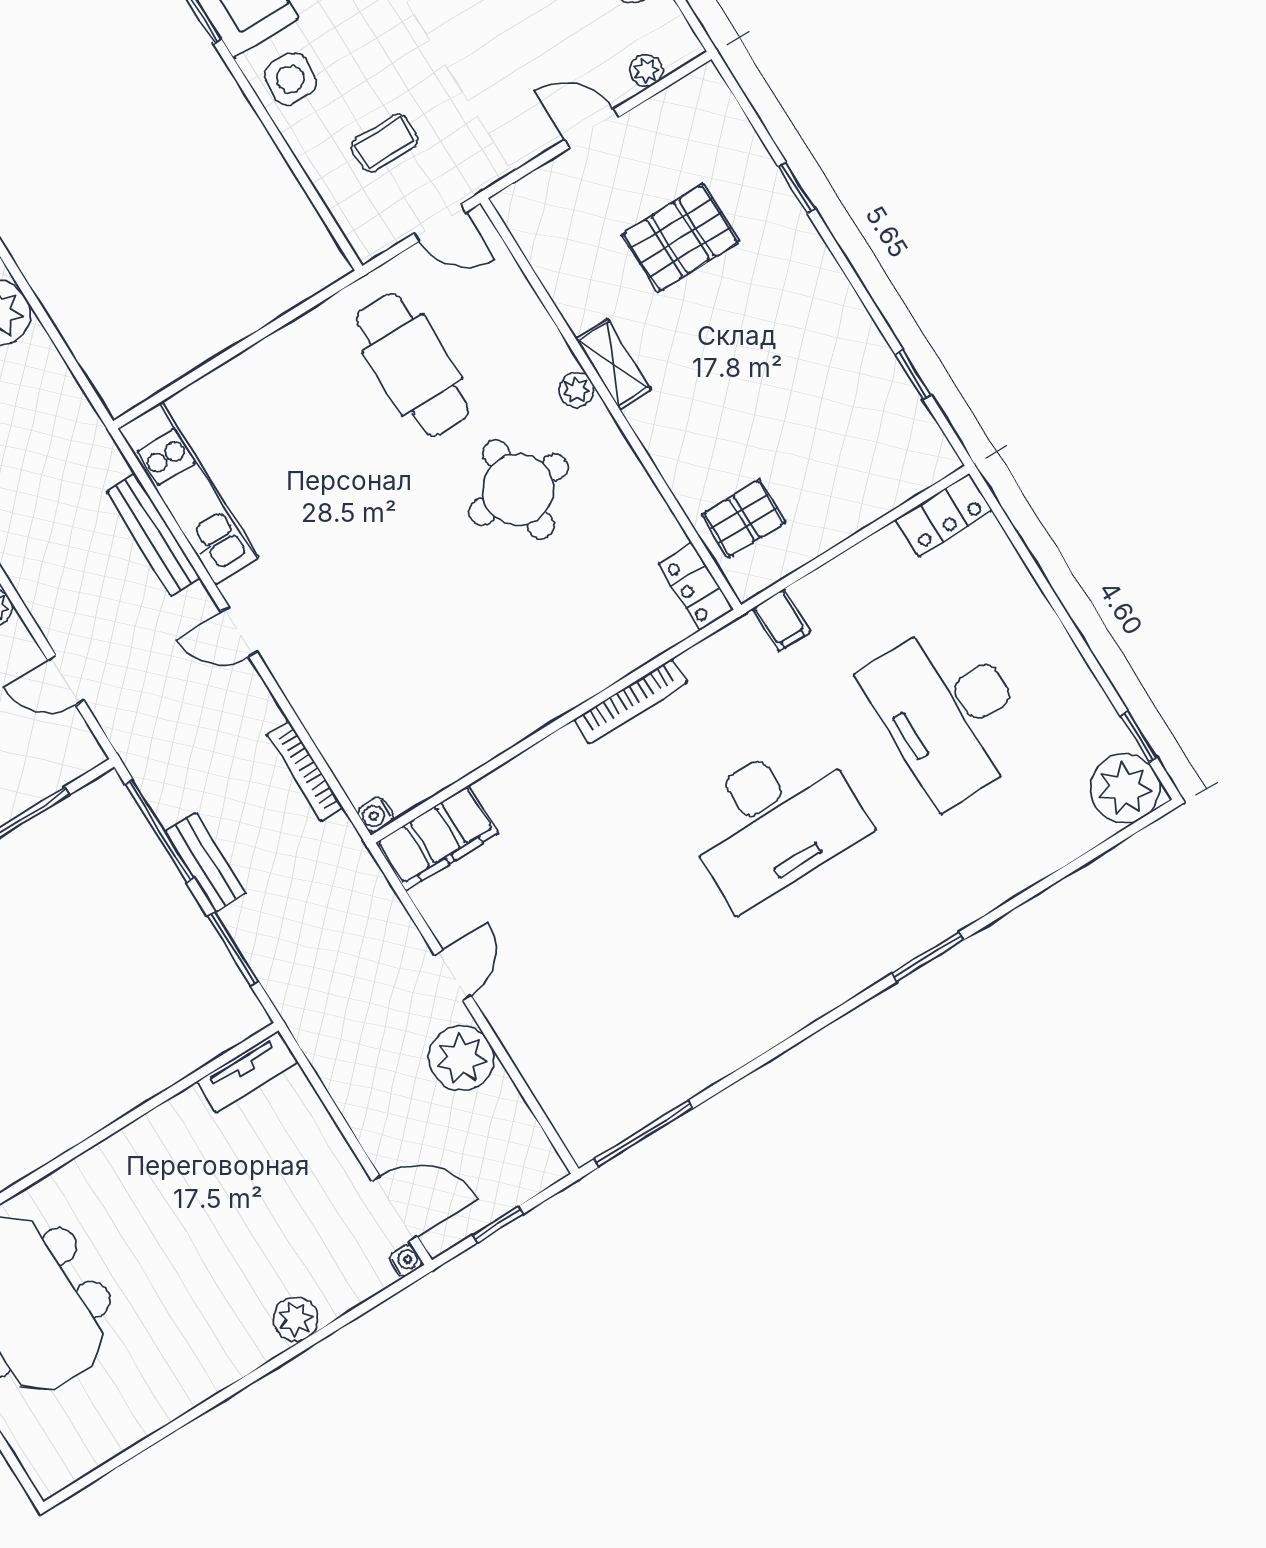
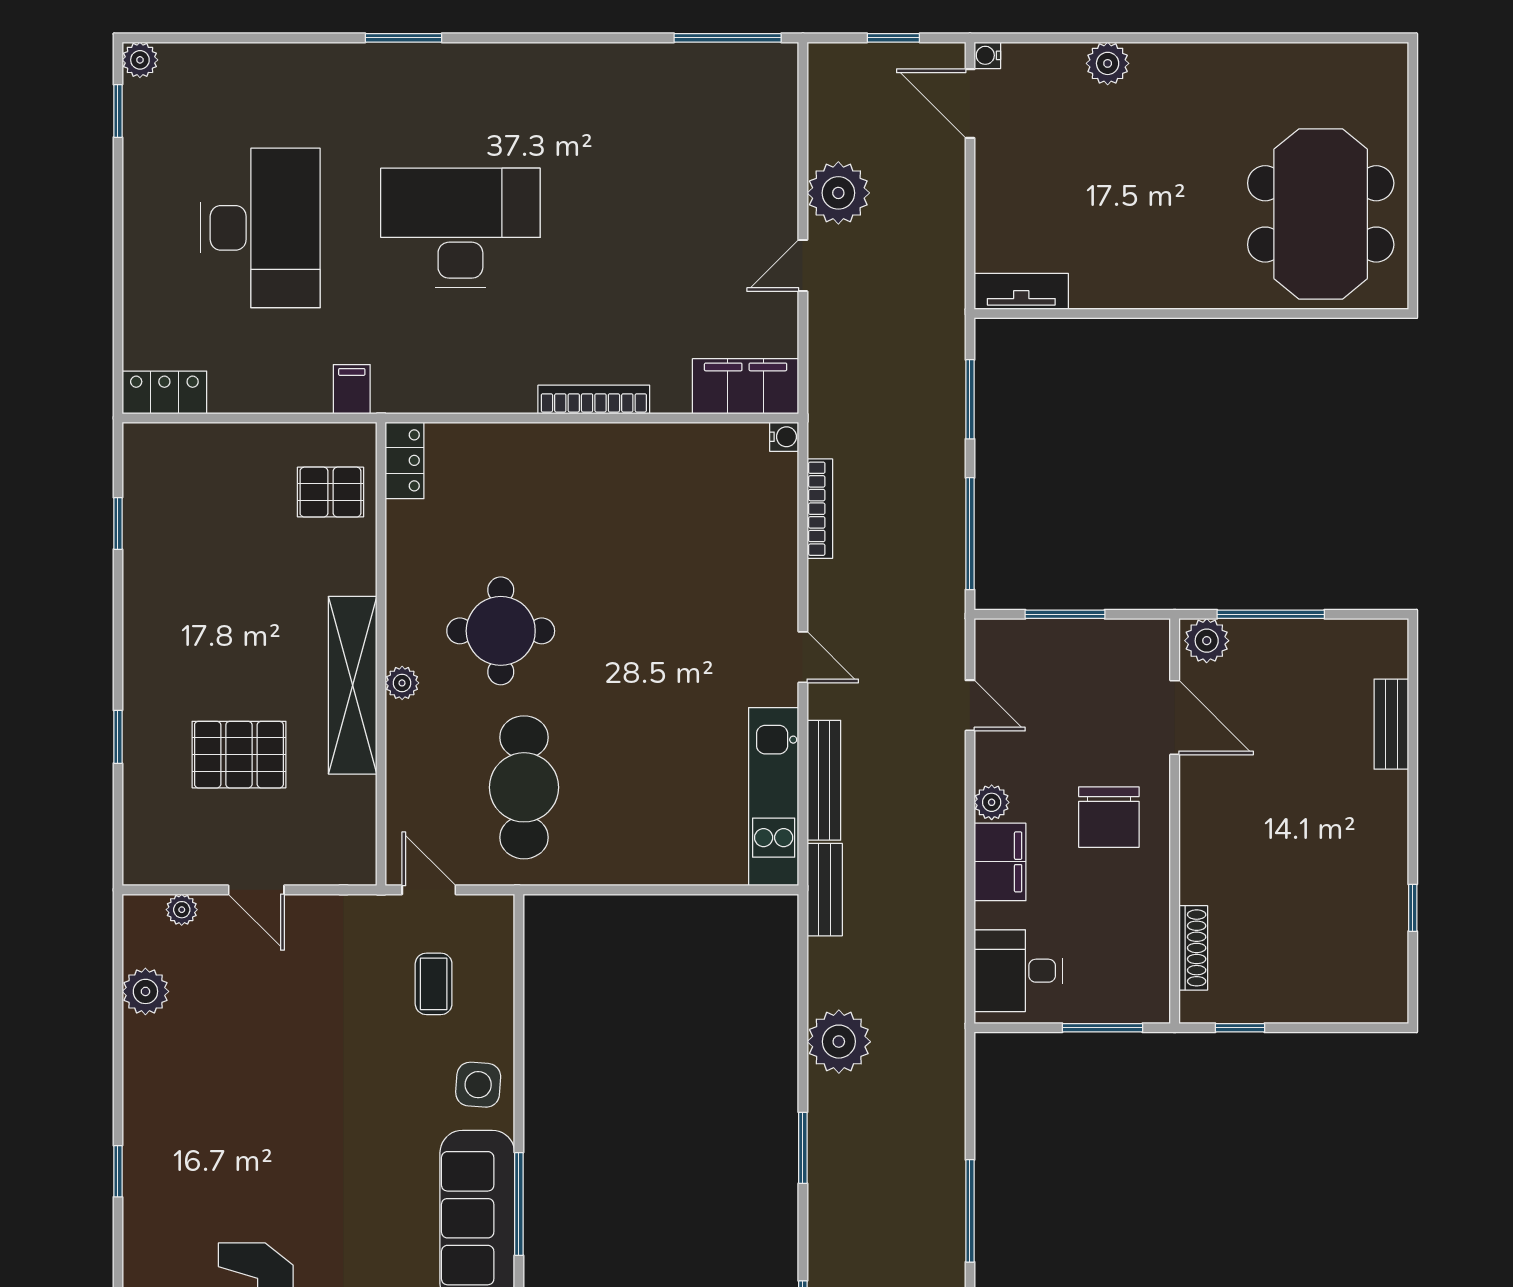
coffee table: (384, 143) -> (434, 984), turned 90
shelving: (613, 364) -> (353, 685), width x2.20, depth x1.33
bookcase: (631, 701) -> (594, 399), moved
plant: (1125, 788) -> (140, 60), width x0.53, depth x0.53
bench: (205, 862) -> (825, 890), moved

